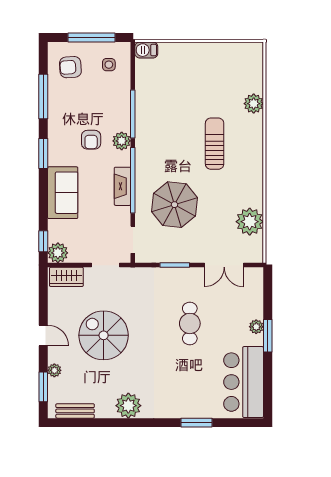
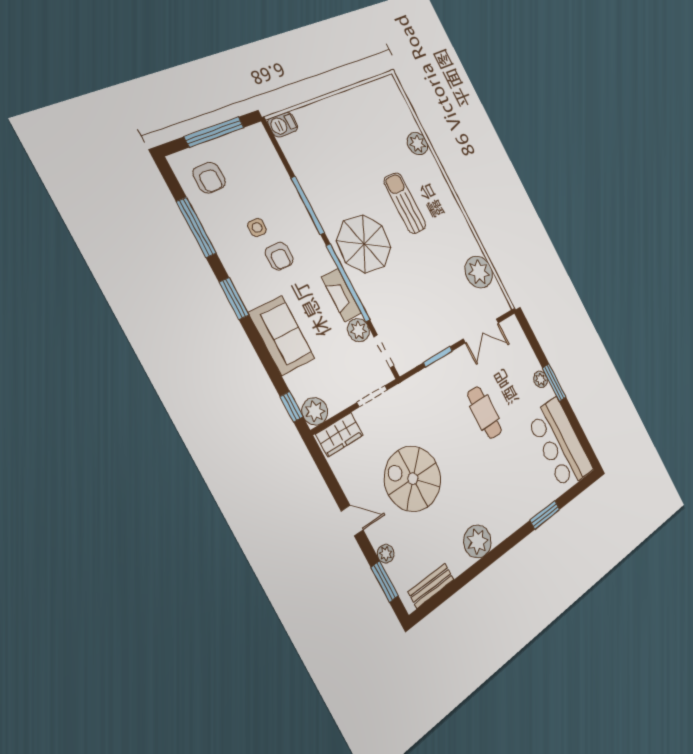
side table: (109, 65) -> (257, 228), moved
armchair: (70, 67) -> (209, 178), turned -86
plant: (122, 141) -> (358, 330), moved
parasol: (175, 205) -> (364, 244), moved

